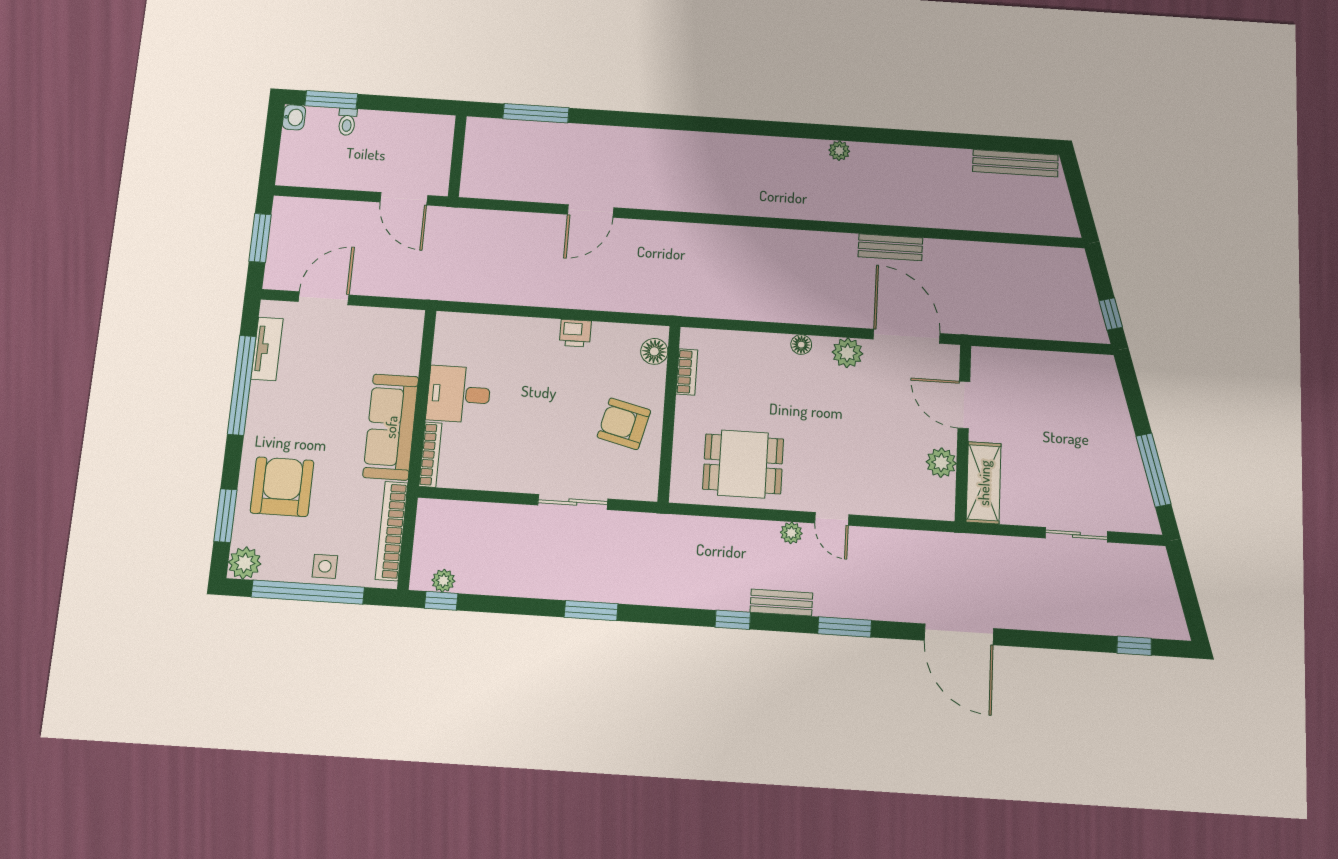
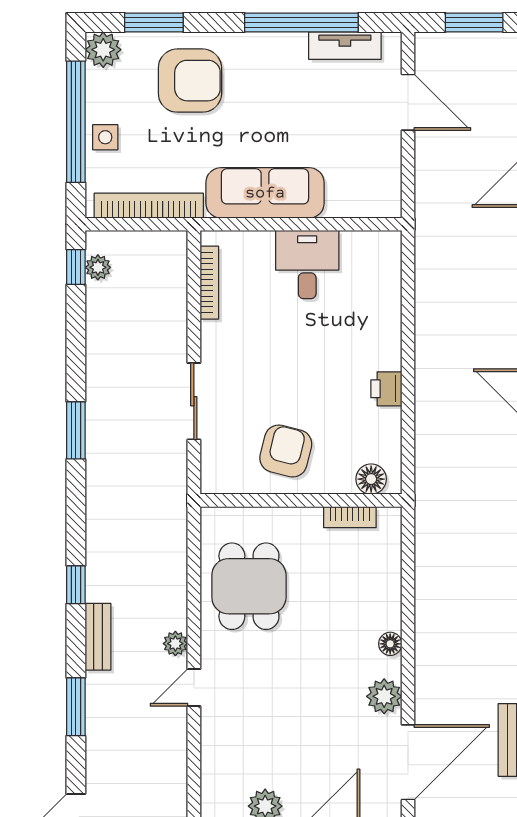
bookcase: (430, 455) -> (209, 283), moved, turned -90

